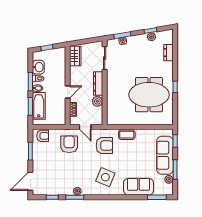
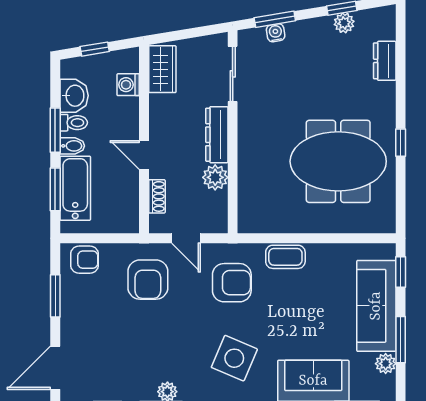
washing machine: (61, 63) -> (128, 85), added
door: (68, 92) -> (144, 155), swing flipped
armchair: (69, 144) -> (148, 280), turned 180

